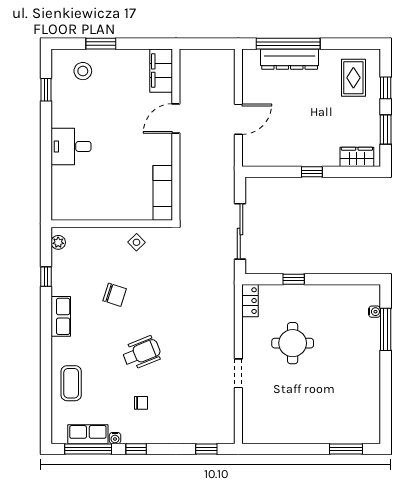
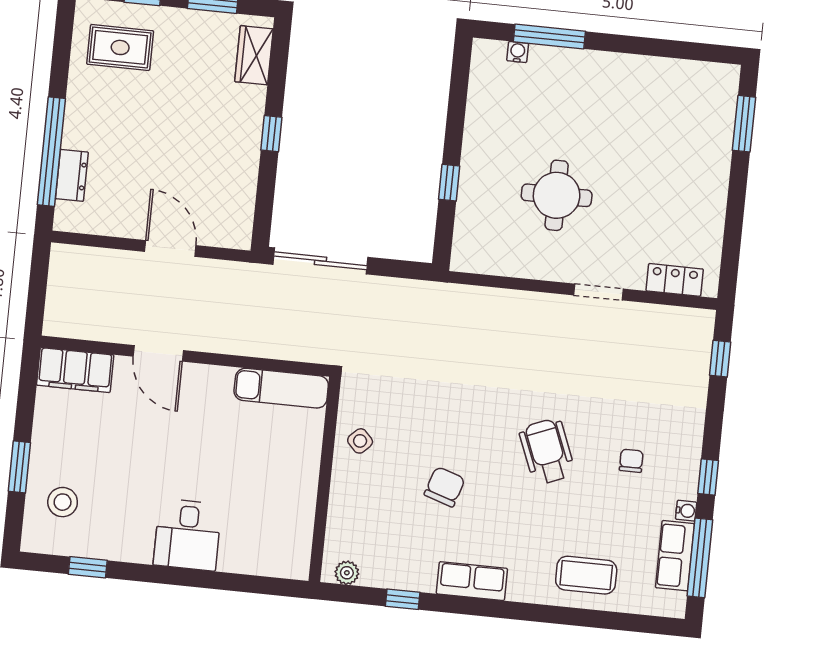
dresser: (290, 59) -> (72, 175), width x0.51, depth x0.80
sliding door: (240, 231) -> (321, 261), moved
locker: (250, 301) -> (675, 280), moved

